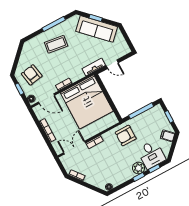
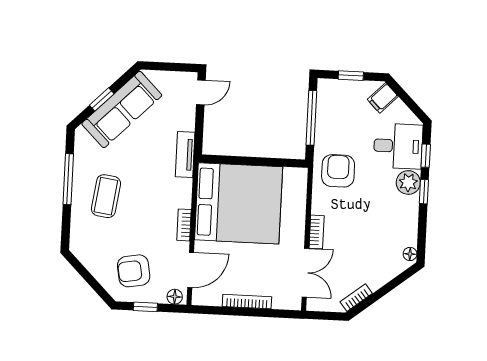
door: (112, 64) -> (201, 92), moved
armchair: (126, 136) -> (338, 171), turned 180
double door: (74, 148) -> (305, 273), swing flipped

